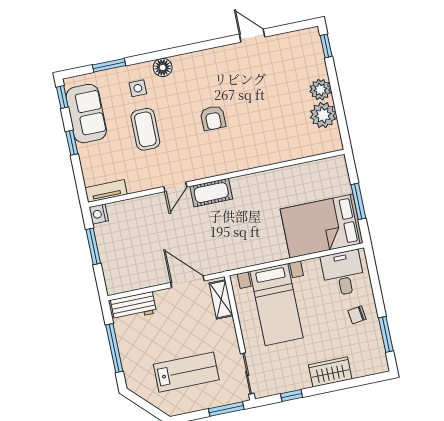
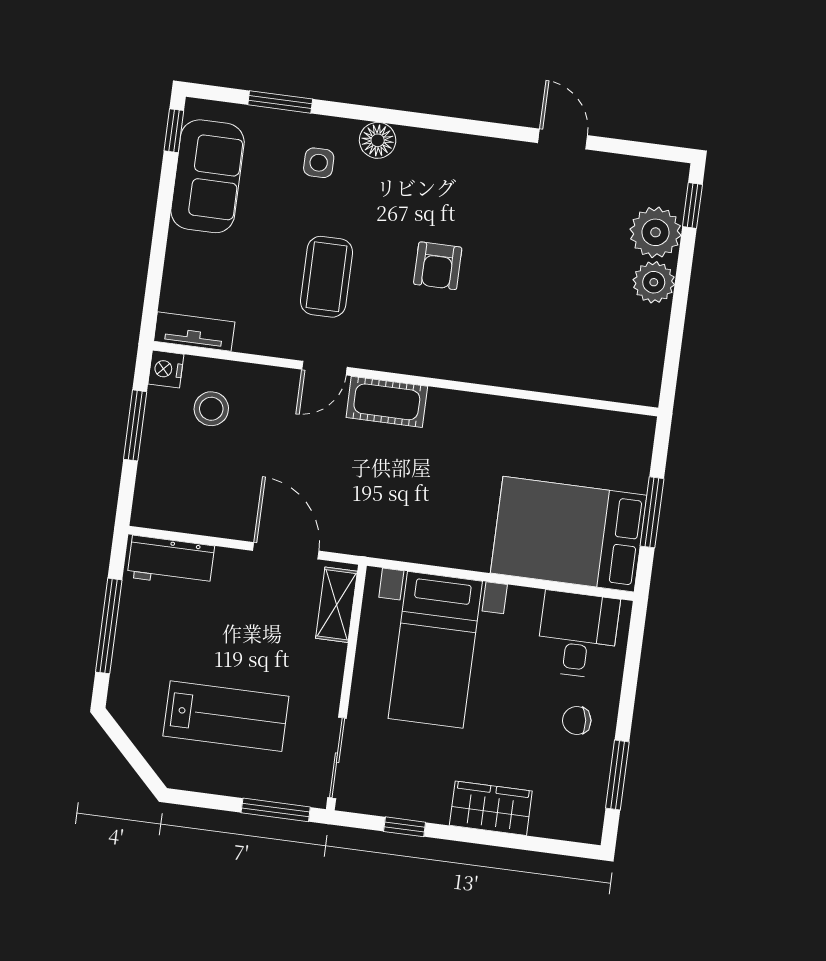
plant: (323, 115) -> (655, 232), moved
coffee table: (145, 129) -> (326, 277), moved
window: (72, 143) -> (162, 221), removed
stool: (127, 226) -> (211, 409), added

